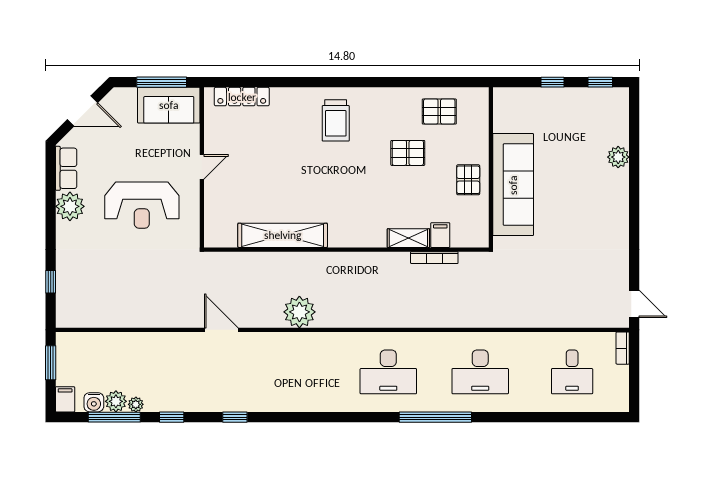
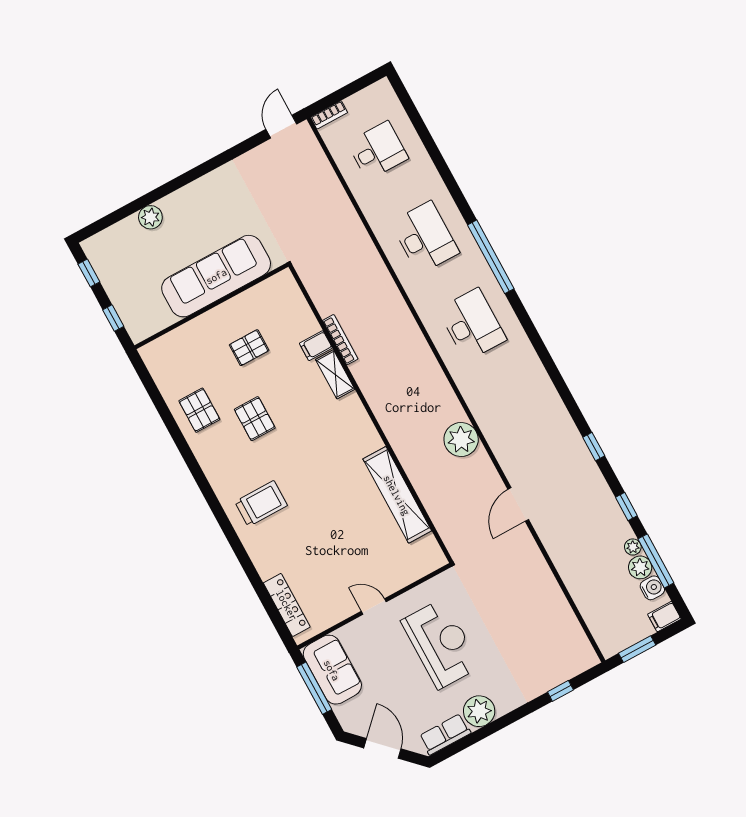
wall: (491, 167) -> (211, 306), moved
sofa: (513, 185) -> (216, 276), moved

